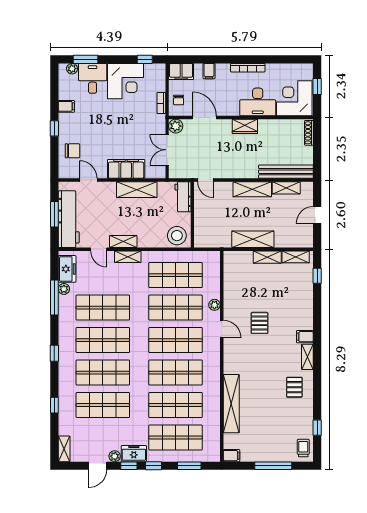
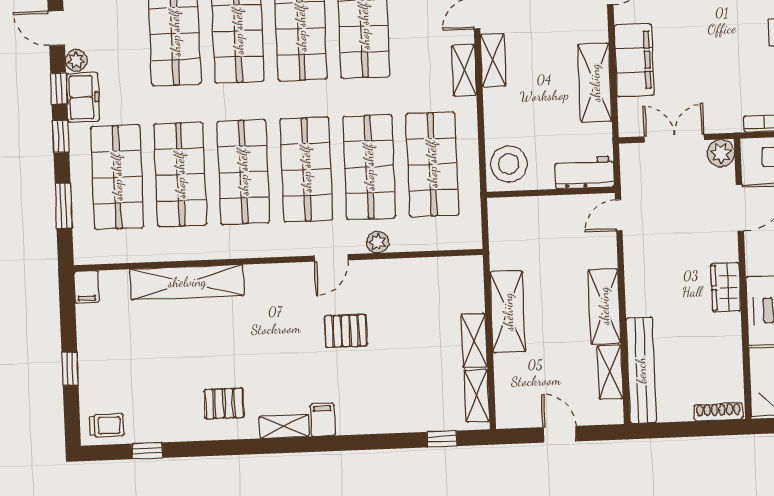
window: (273, 466) -> (70, 369), width x0.46

